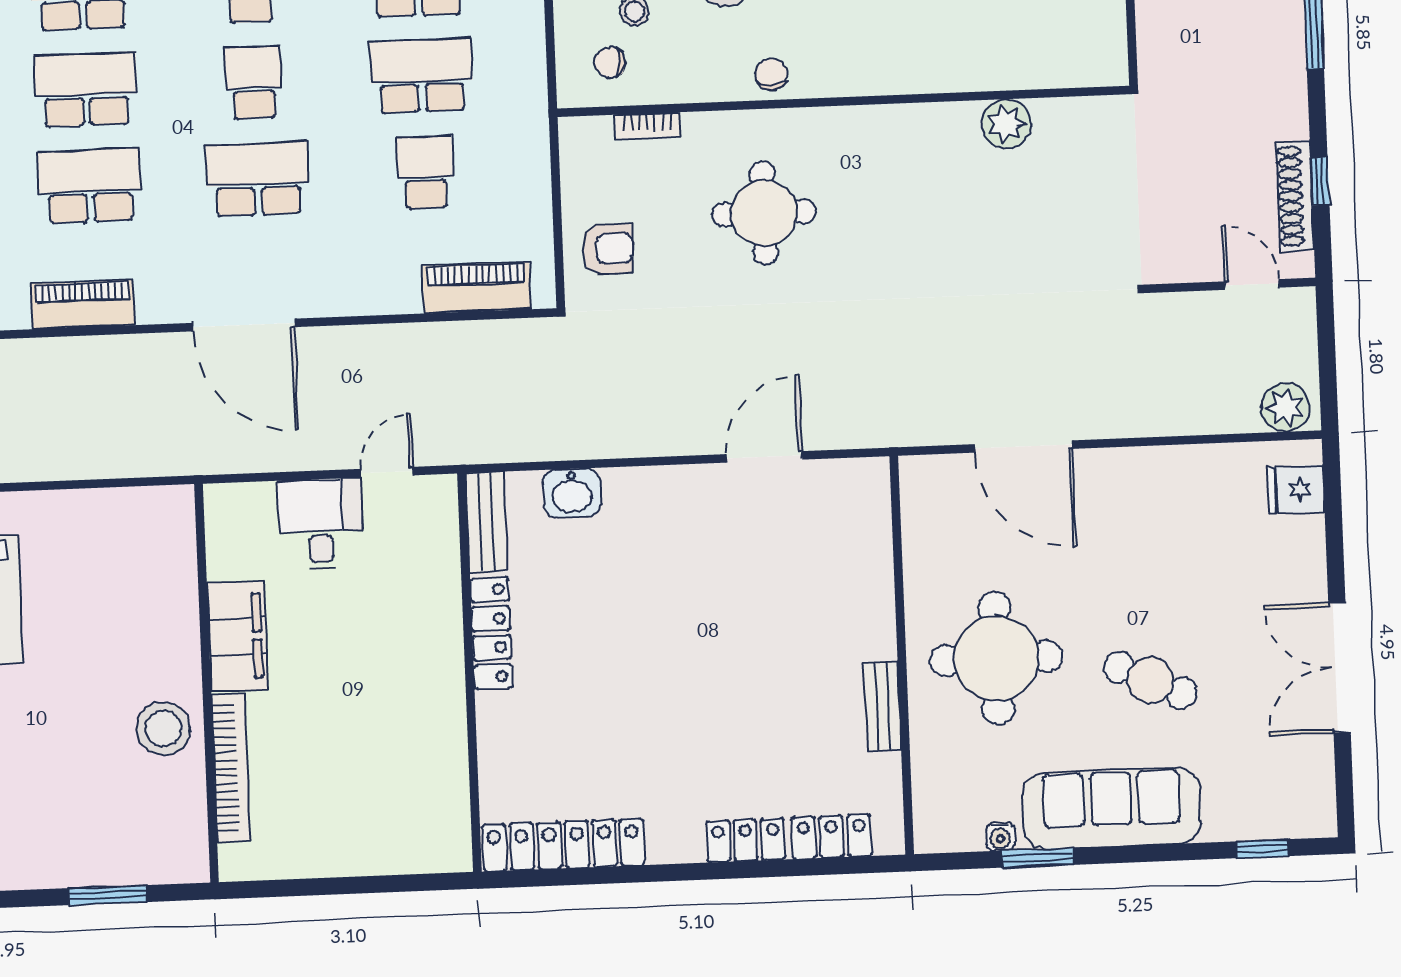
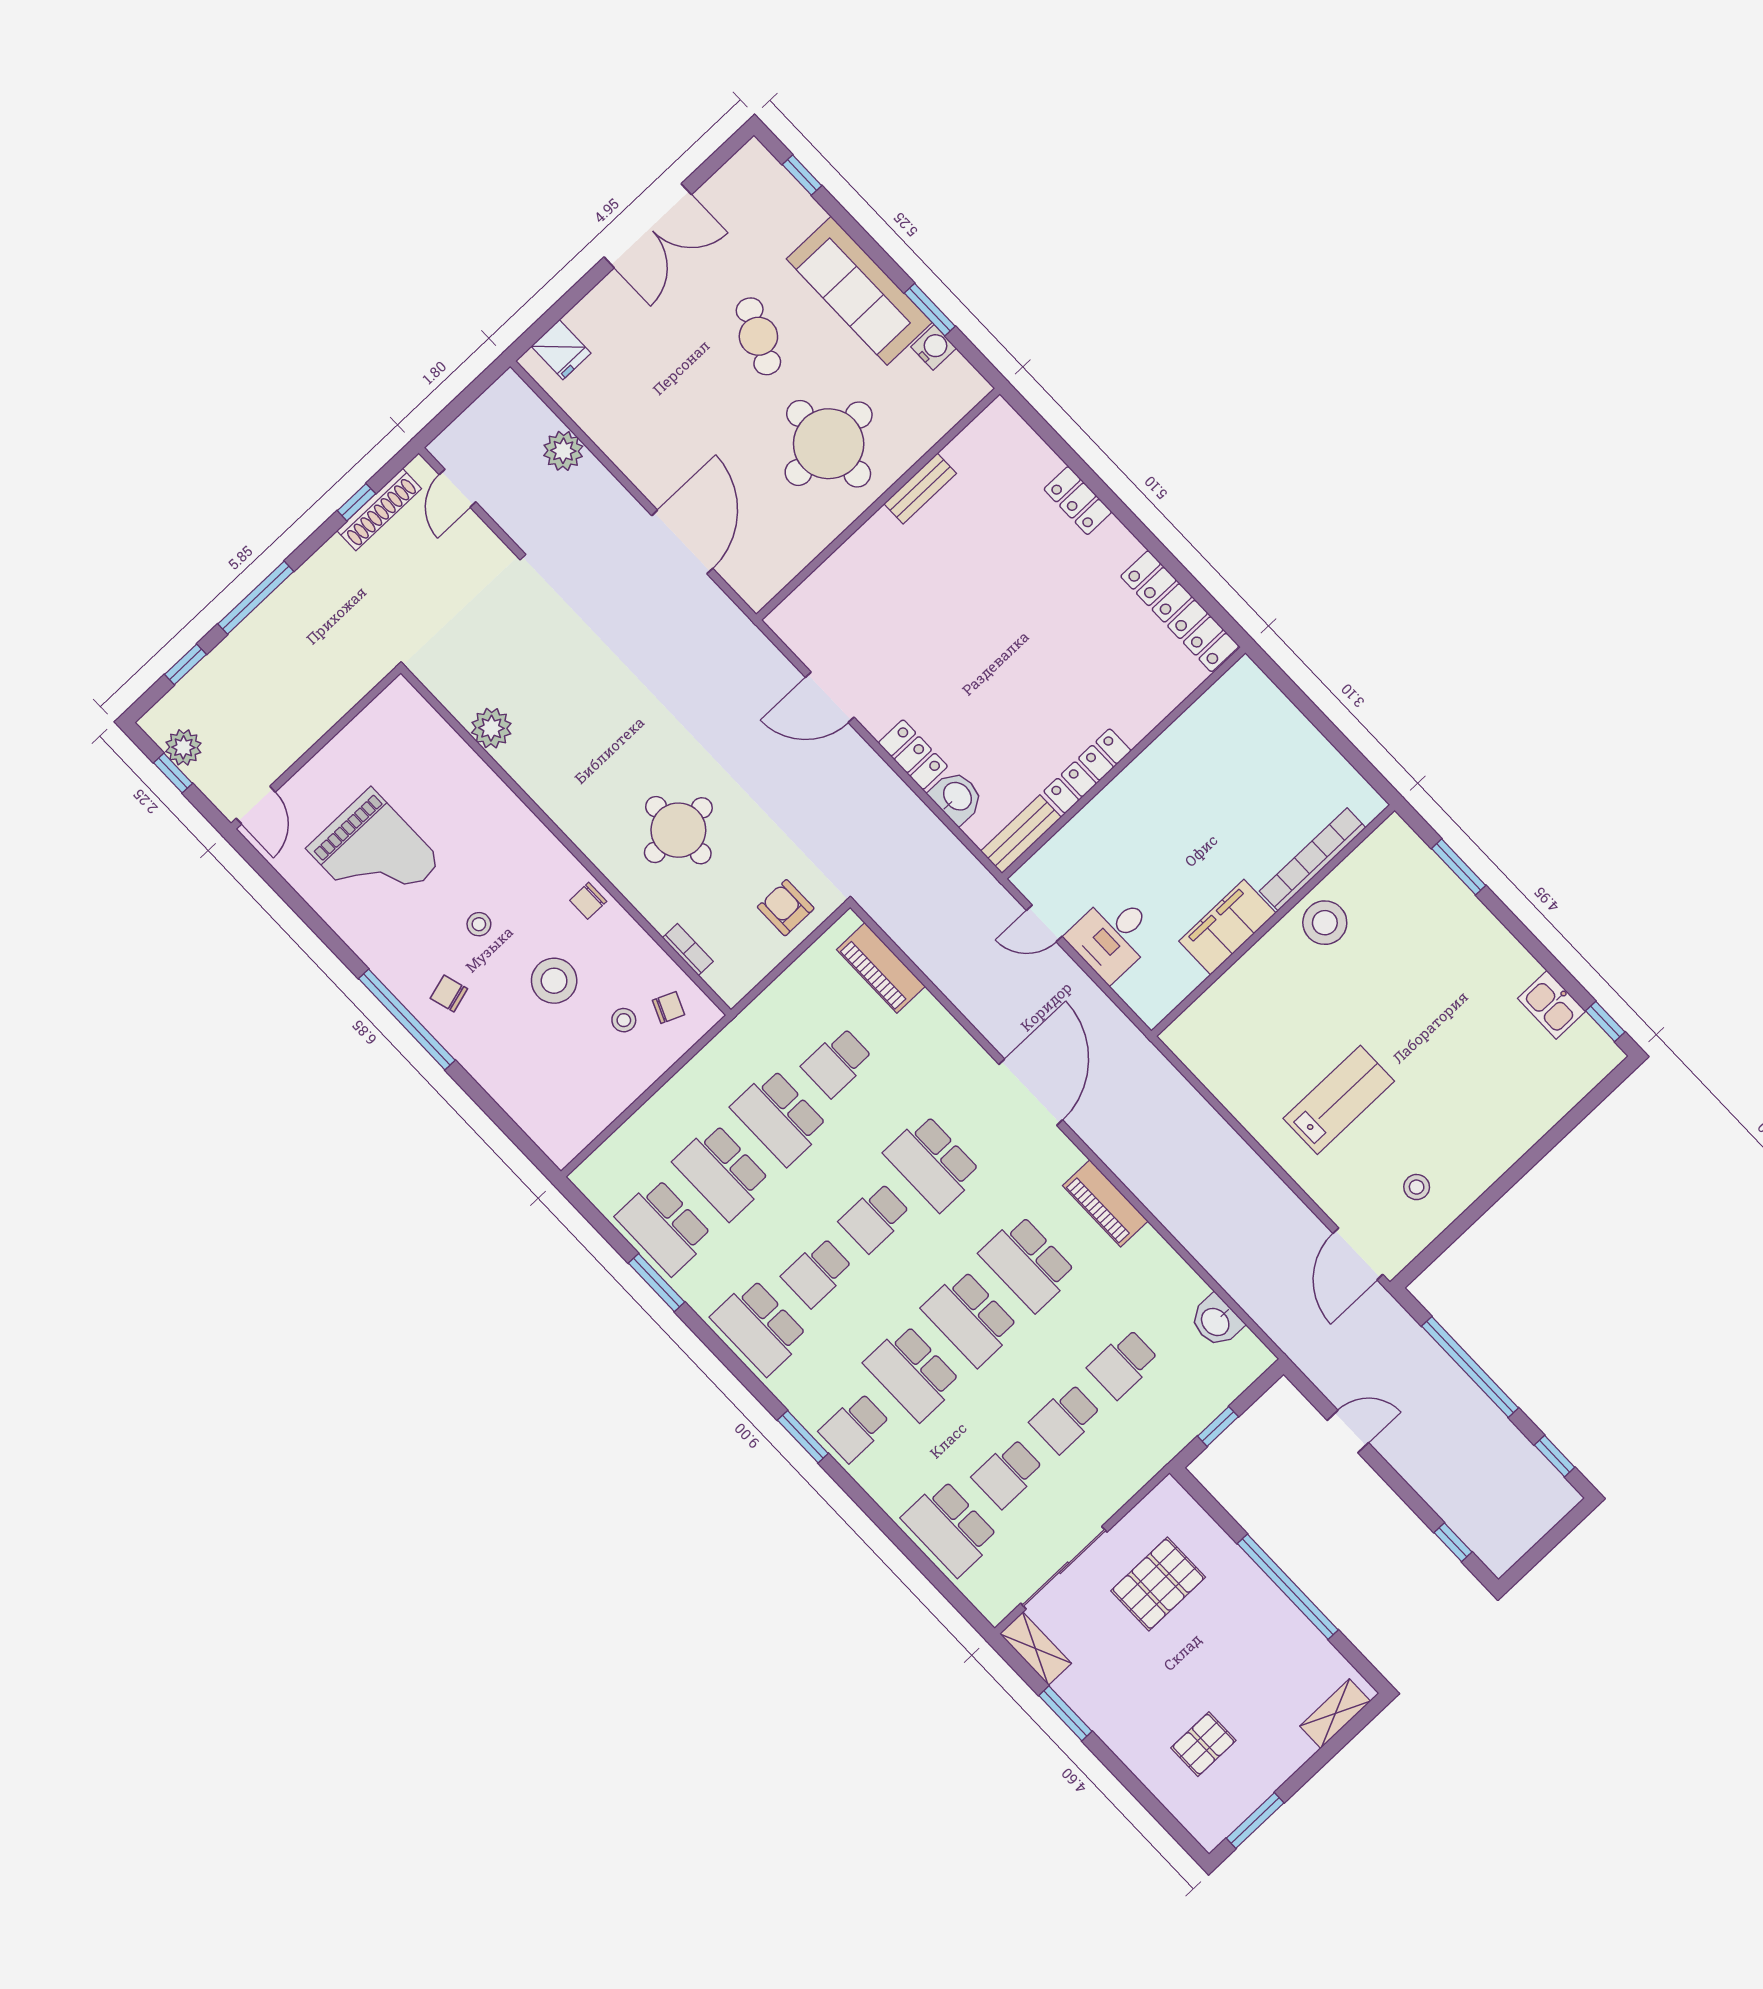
chair: (610, 62) -> (669, 1007), turned -70
plant: (1286, 407) -> (563, 451), moved
locker: (832, 836) -> (913, 755), moved, turned 180
water cooler: (1000, 837) -> (934, 347), width x1.38, depth x1.38

